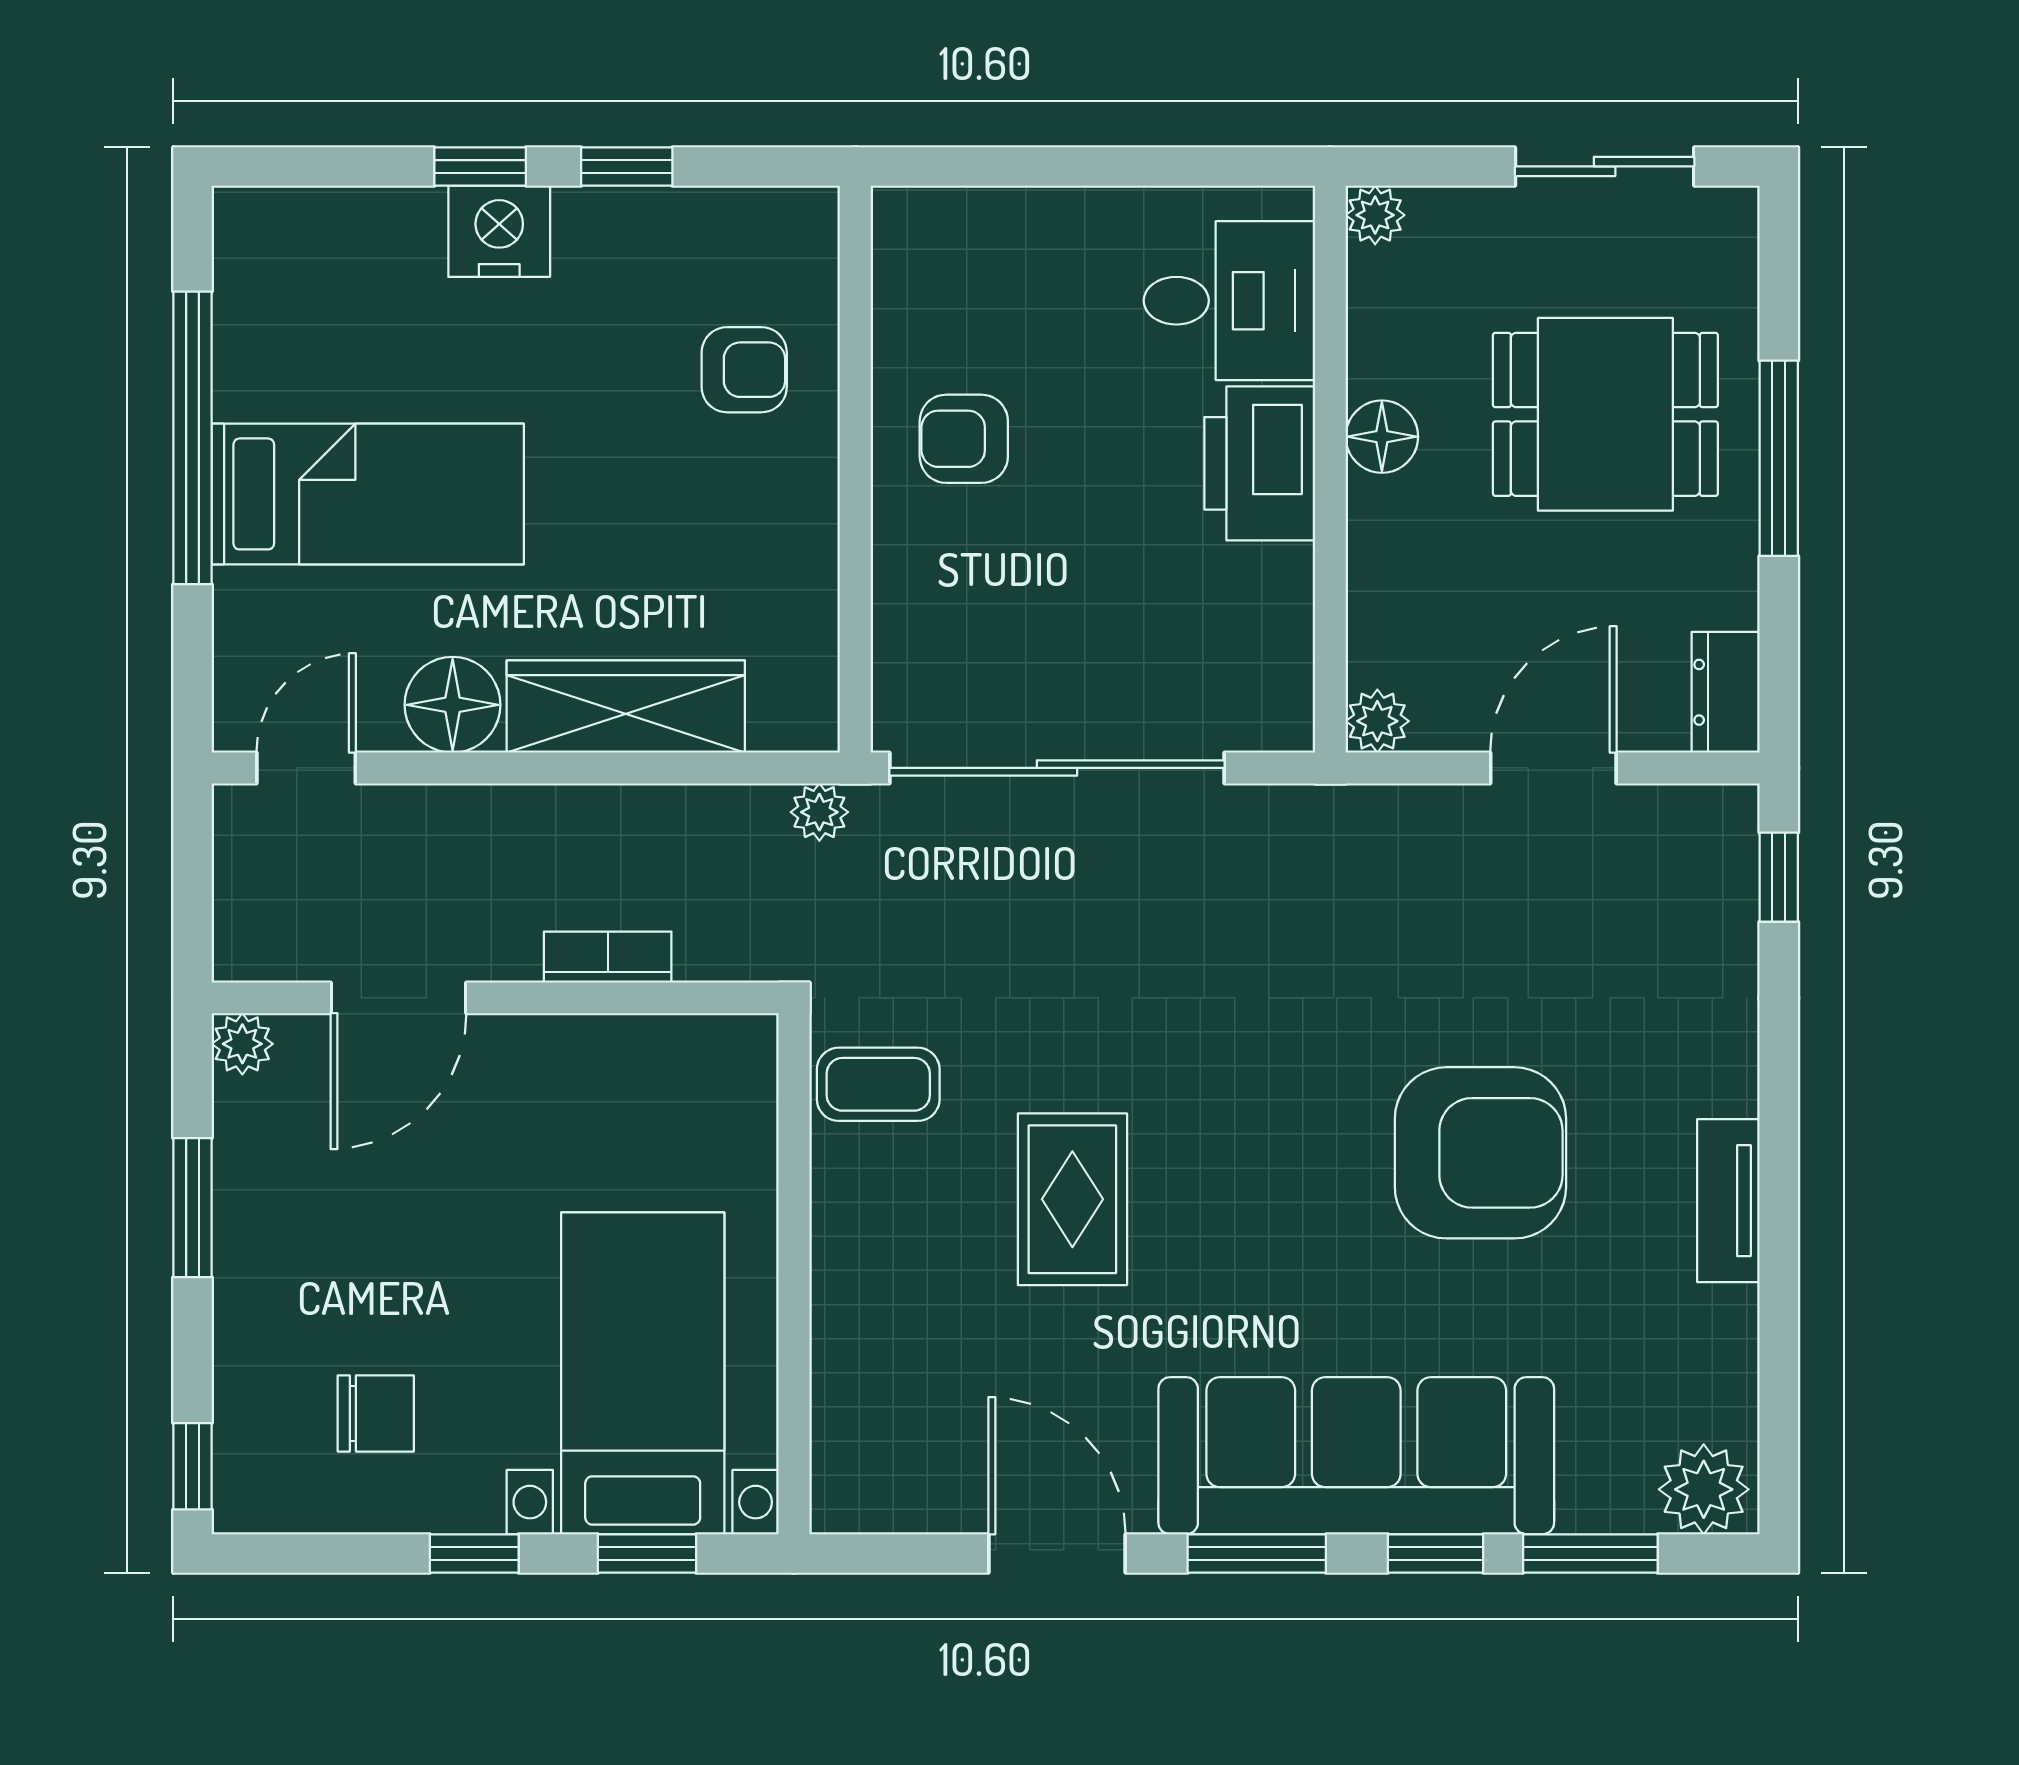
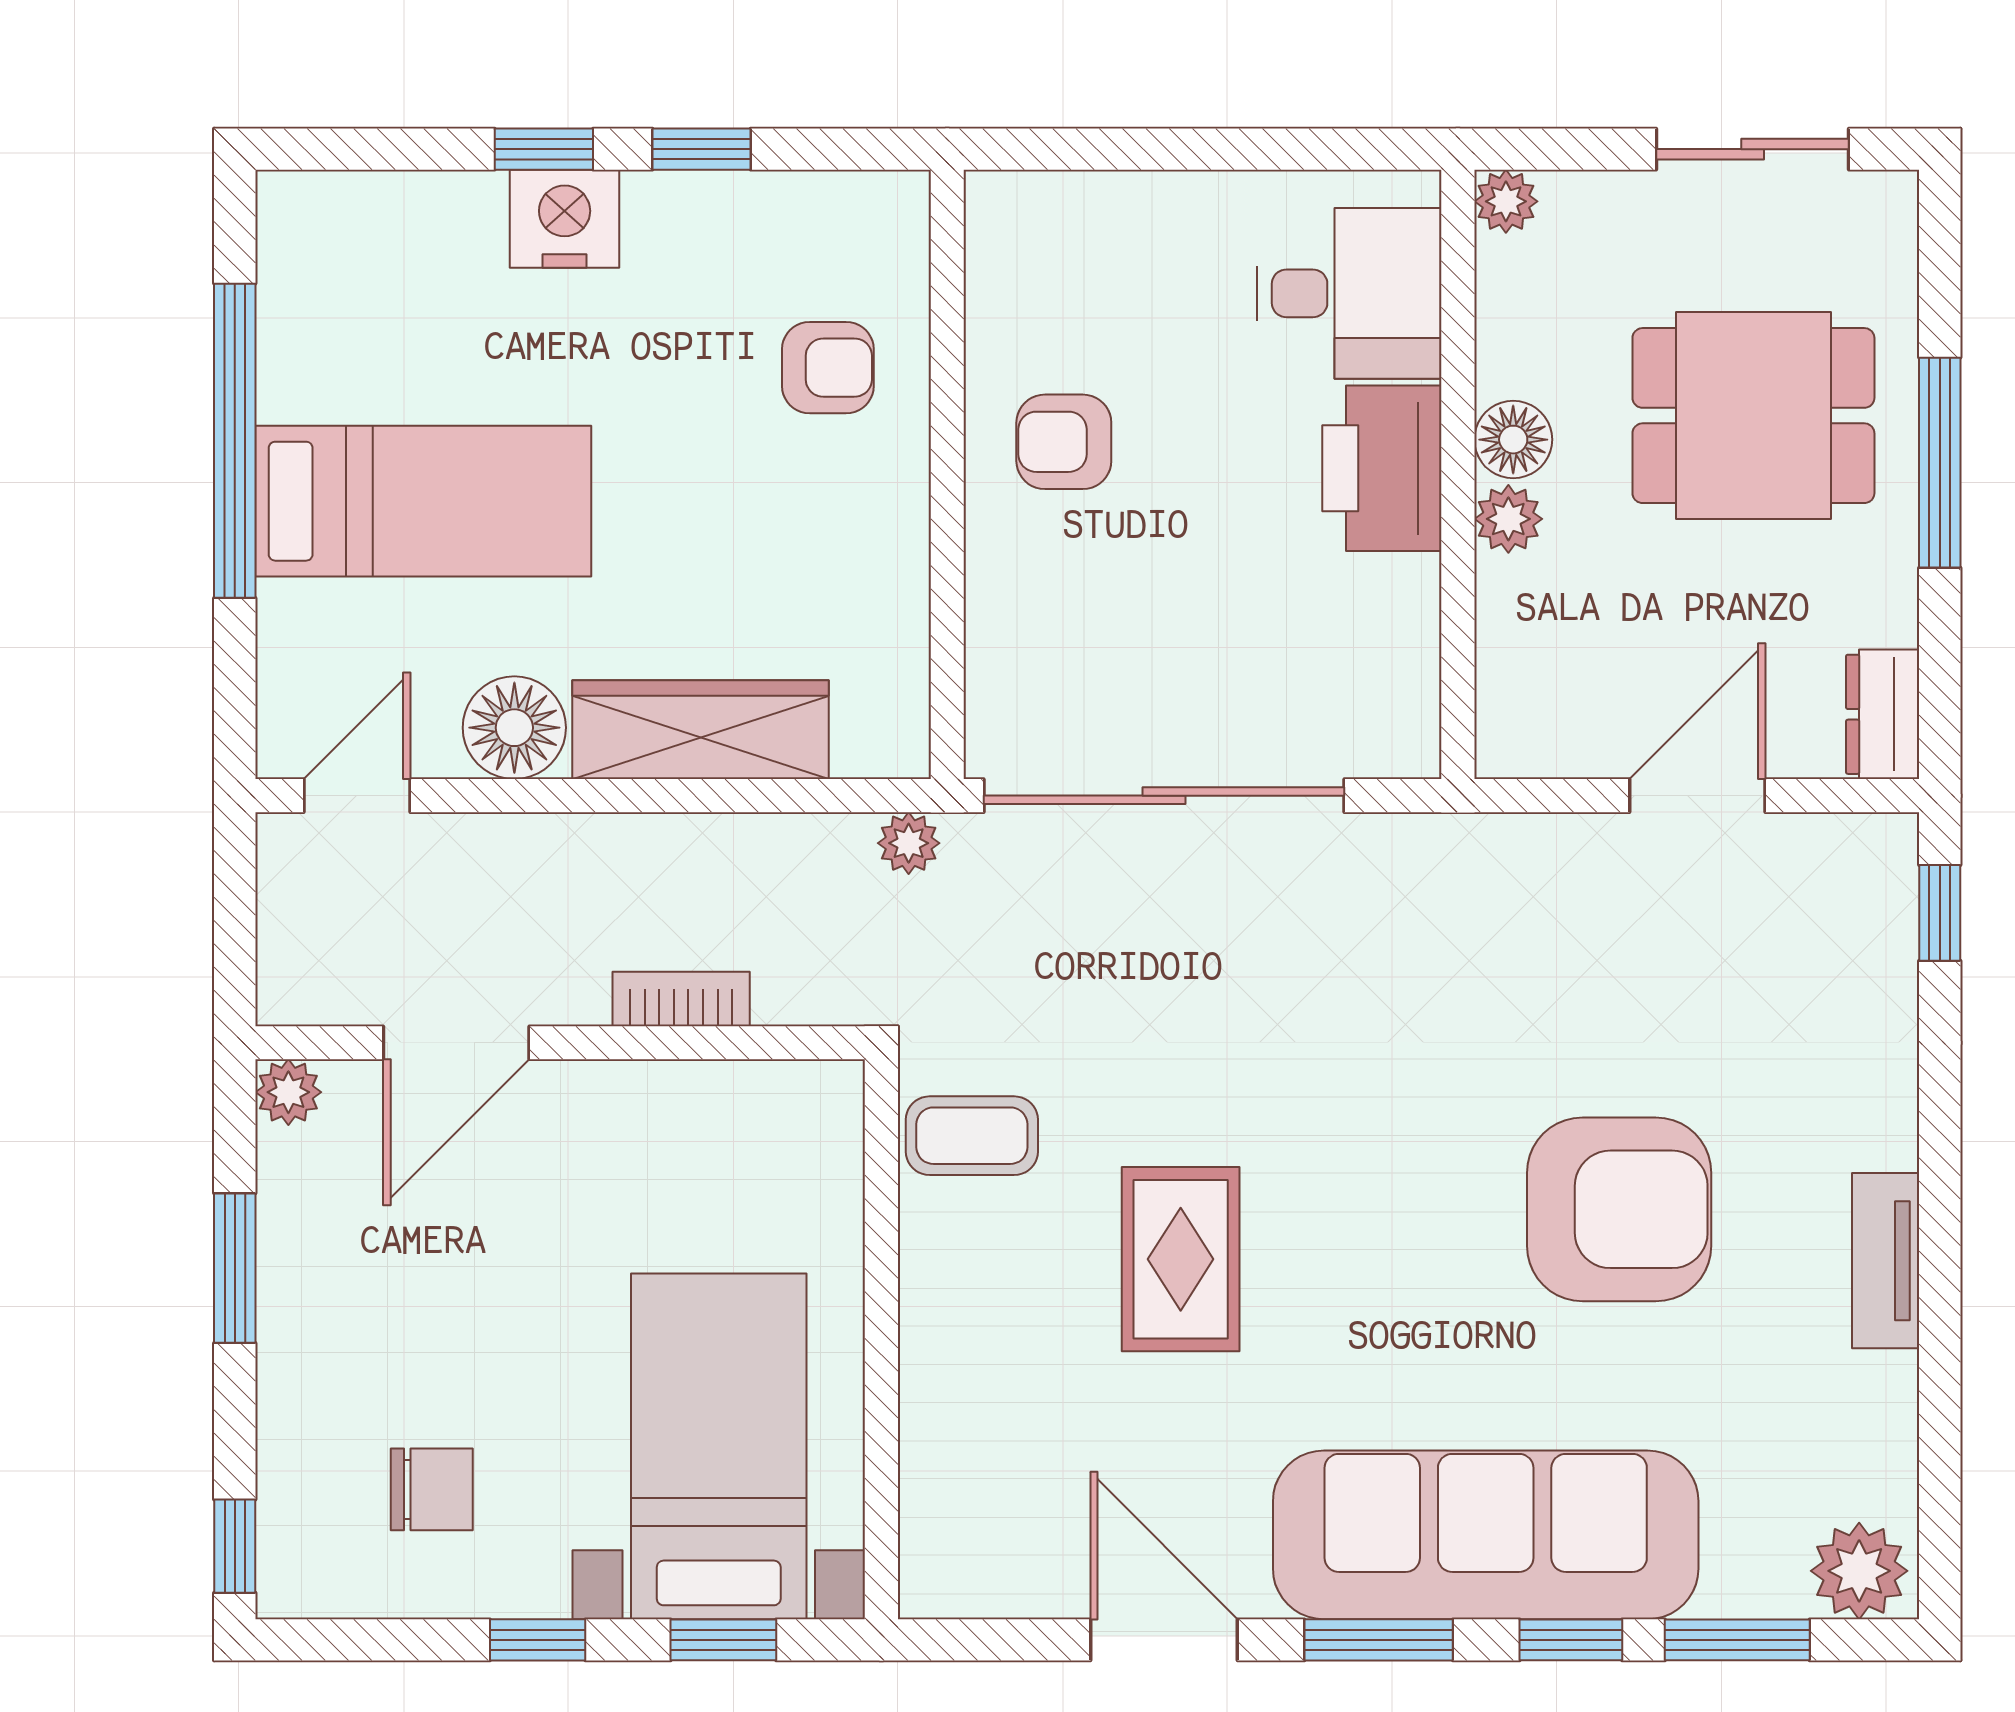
plant: (1377, 721) -> (1508, 519), moved

